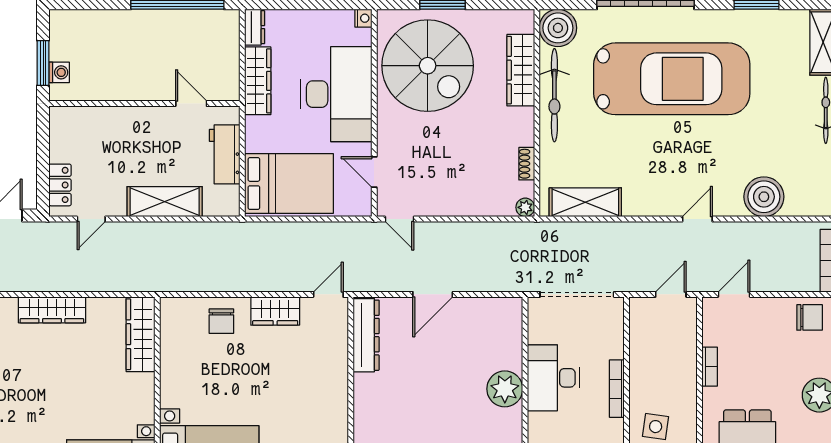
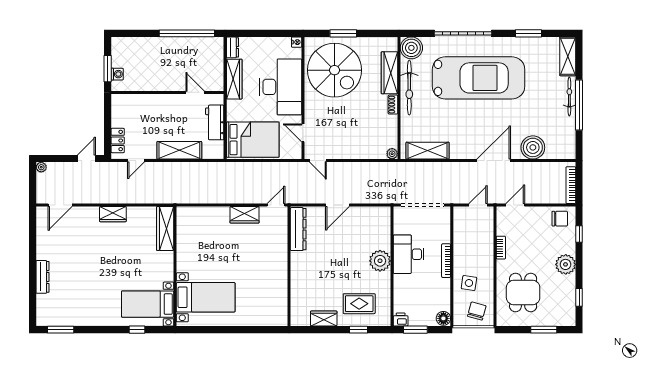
shoe rack: (527, 164) -> (393, 105), moved
door: (697, 219) -> (494, 161), width x1.88
wardrobe: (52, 310) -> (113, 214), width x0.67
chair: (221, 321) -> (213, 221), removed

